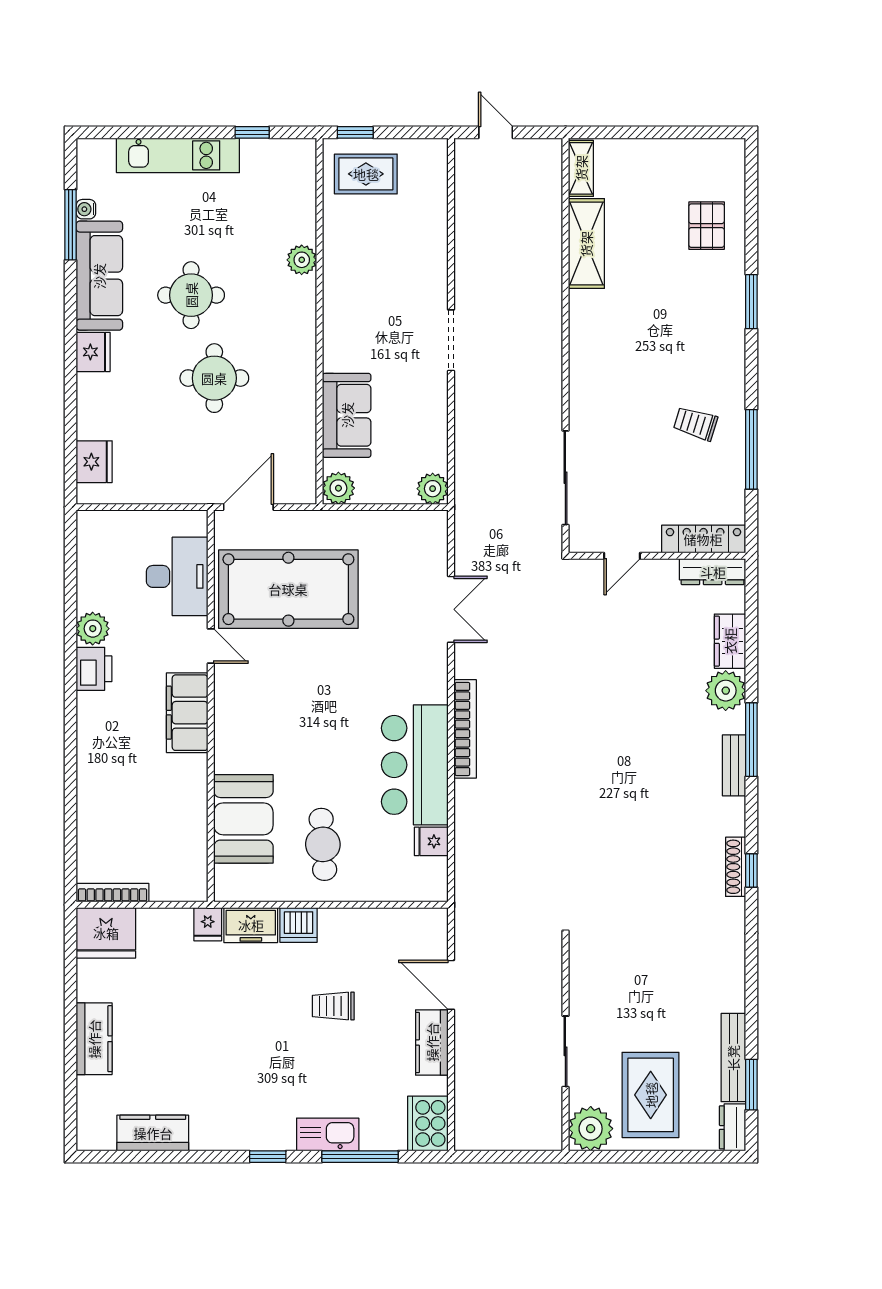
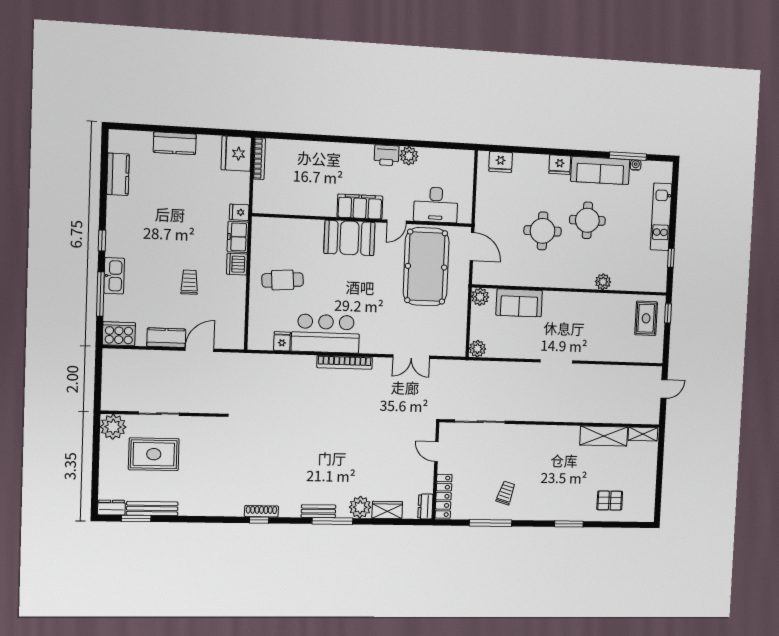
dresser: (713, 572) -> (425, 506), width x0.70
booth: (243, 819) -> (349, 238), moved
rug: (651, 1095) -> (154, 454), moved

